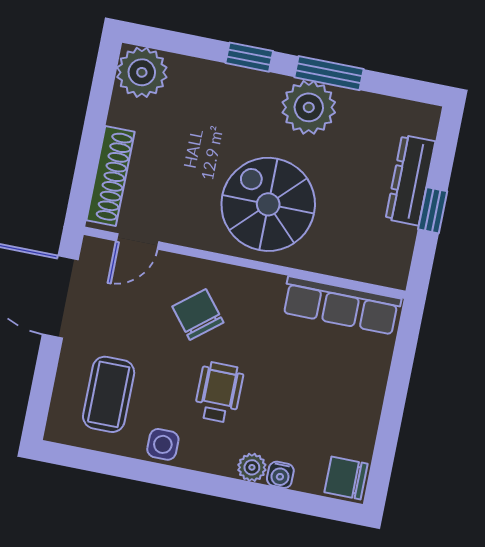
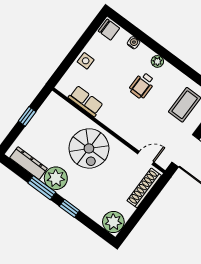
dresser: (410, 180) -> (28, 163), moved, turned -90
row of seats: (341, 306) -> (86, 101), width x0.68
chair: (198, 315) -> (136, 119), removed
side table: (163, 444) -> (86, 61), moved
plant: (252, 467) -> (157, 61), moved

